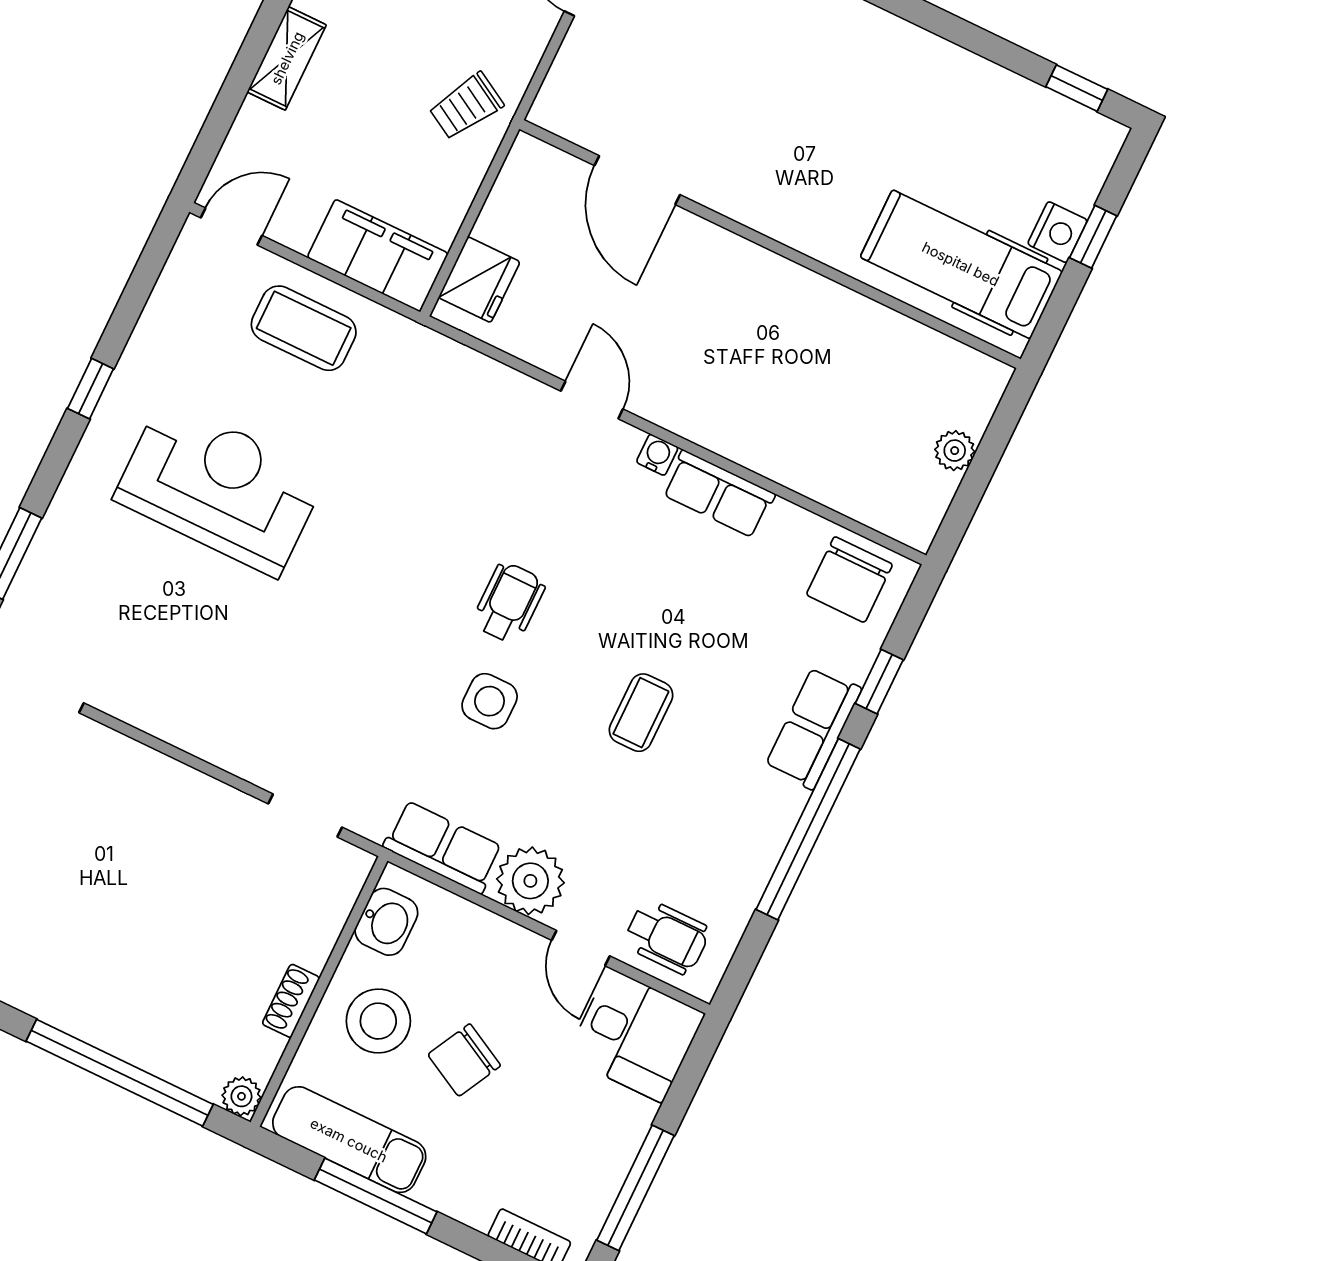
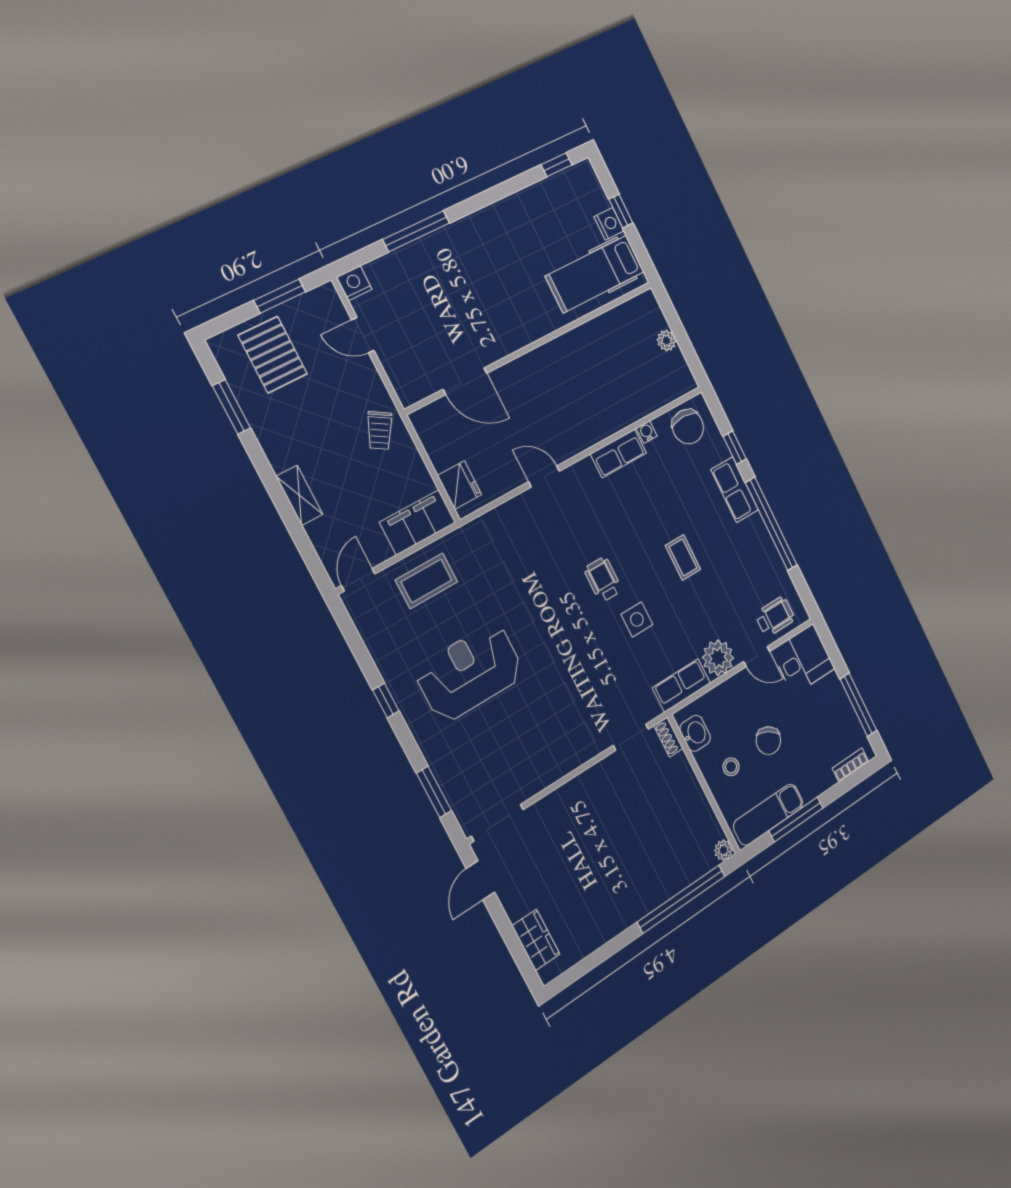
water cooler: (657, 455) -> (647, 432), moved
shoe rack: (291, 1001) -> (669, 737), moved
stool: (378, 1021) -> (731, 767), width x0.53, depth x0.53

